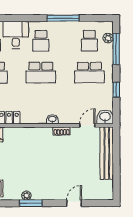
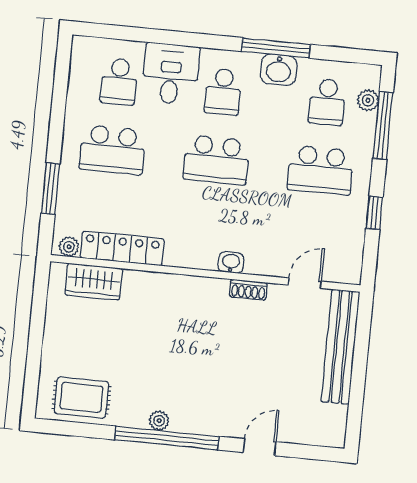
washbasin: (105, 117) -> (279, 70), moved, turned 180
window: (31, 203) -> (167, 438), width x2.11

